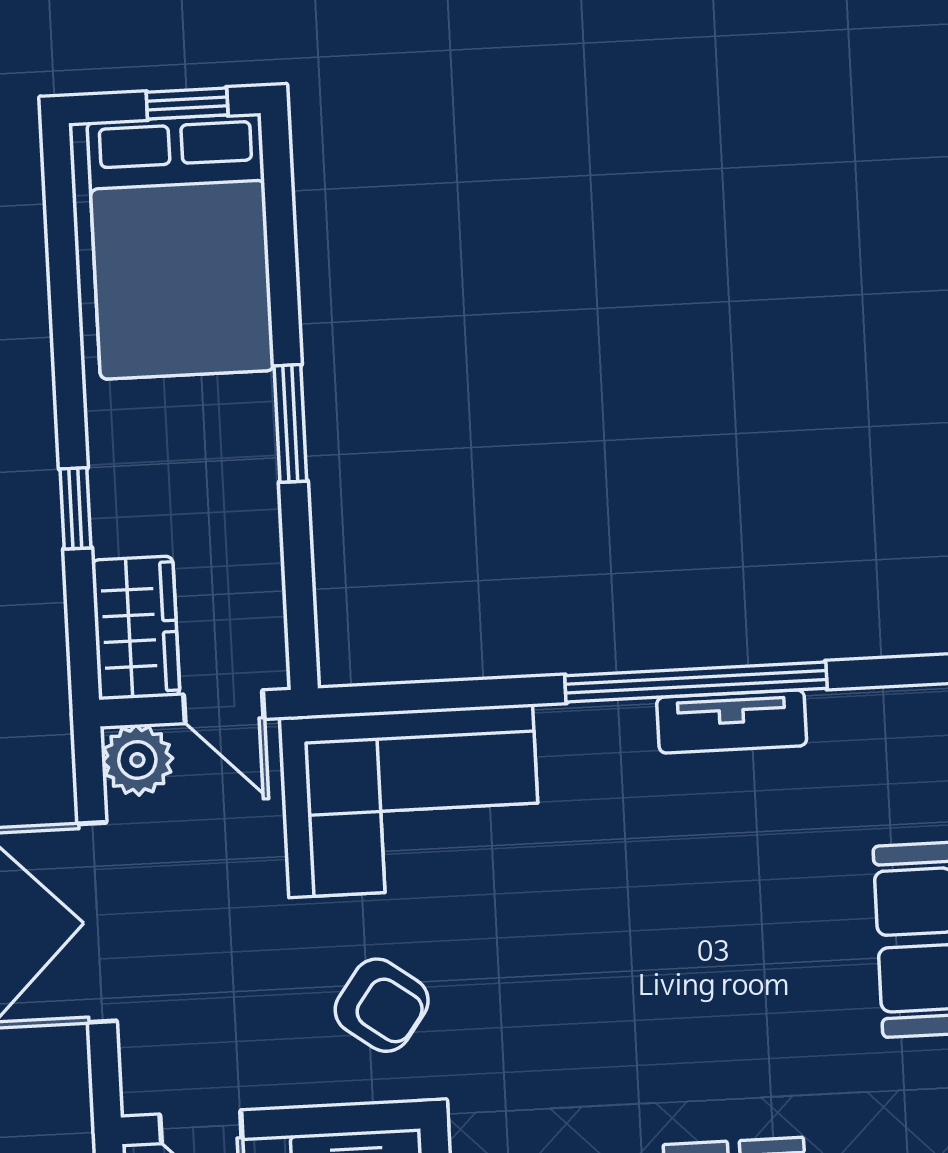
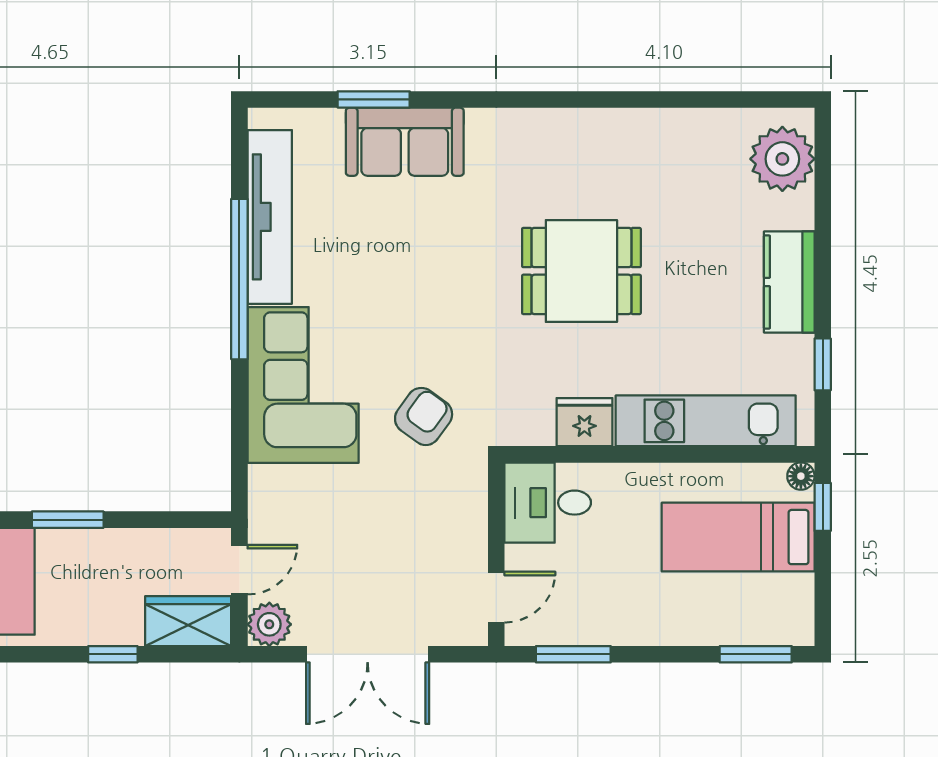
tv unit: (732, 722) -> (270, 217), width x1.92, depth x1.29
corner sofa: (411, 801) -> (303, 385), moved
armchair: (382, 1005) -> (424, 416), moved

